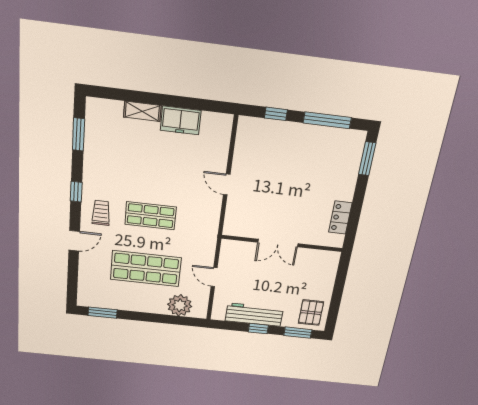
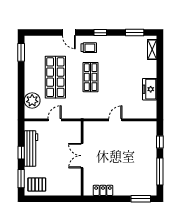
shelving: (142, 111) -> (152, 50), moved

